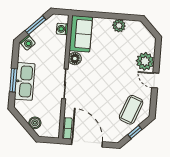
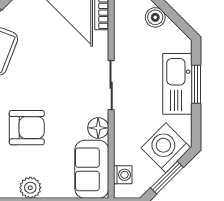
washing machine: (28, 43) -> (166, 148), width x1.89, depth x1.89
armchair: (118, 62) -> (27, 128), added

